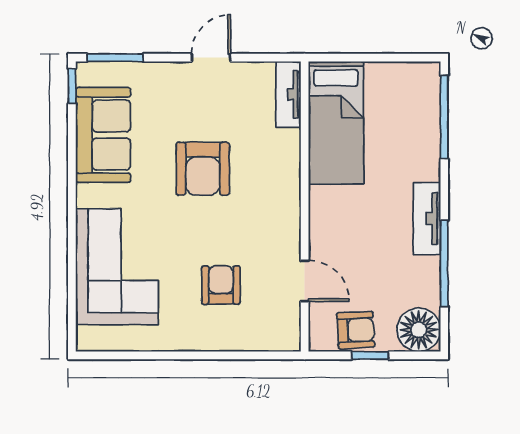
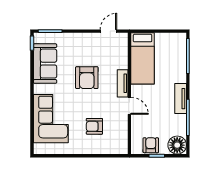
door: (211, 58) -> (109, 31), moved
tv unit: (288, 94) -> (123, 83), moved
door: (305, 281) -> (129, 106), moved
armchair: (221, 285) -> (94, 126), turned -90
armchair: (356, 330) -> (151, 145), turned -87

